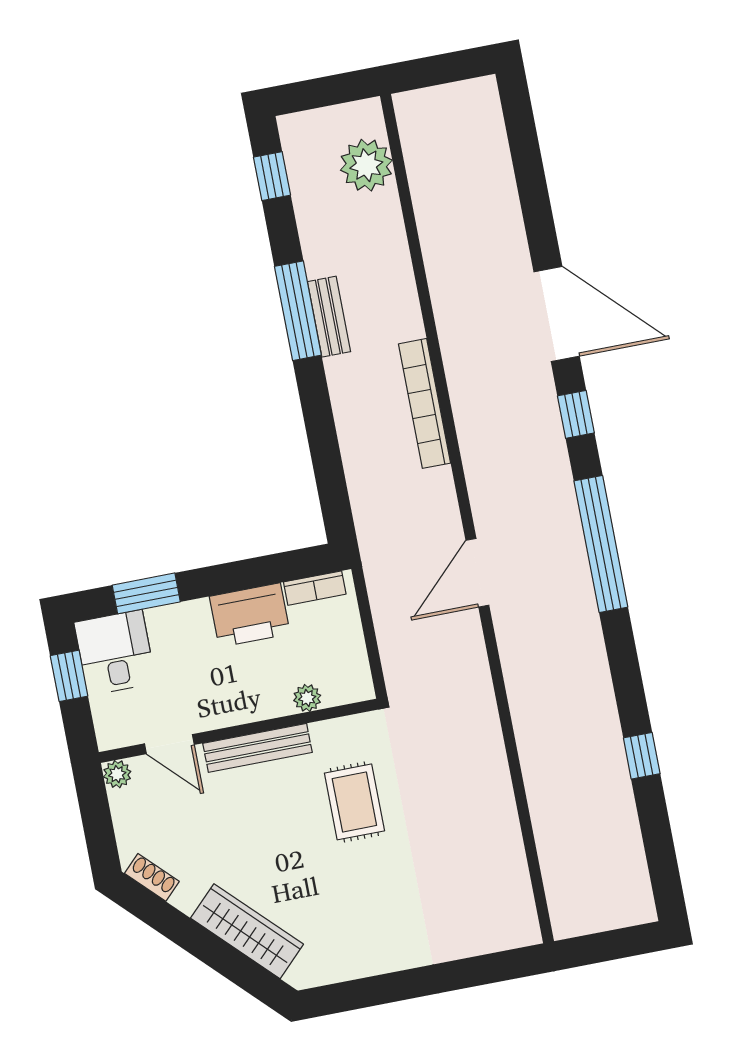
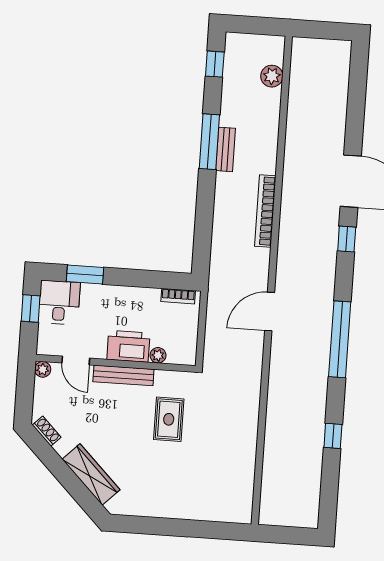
plant: (366, 165) -> (272, 76), width x0.73, depth x0.73
window: (601, 544) -> (340, 339), moved
printer: (250, 615) -> (128, 346), moved, turned 180

